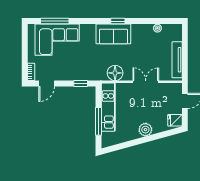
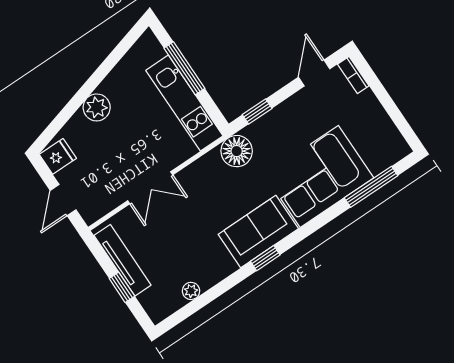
corner sofa: (57, 40) -> (319, 176), moved
window: (185, 49) -> (122, 287), added
floor lamp: (115, 73) -> (237, 151), moved

